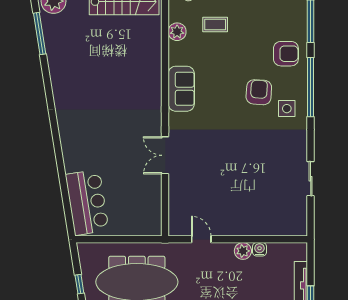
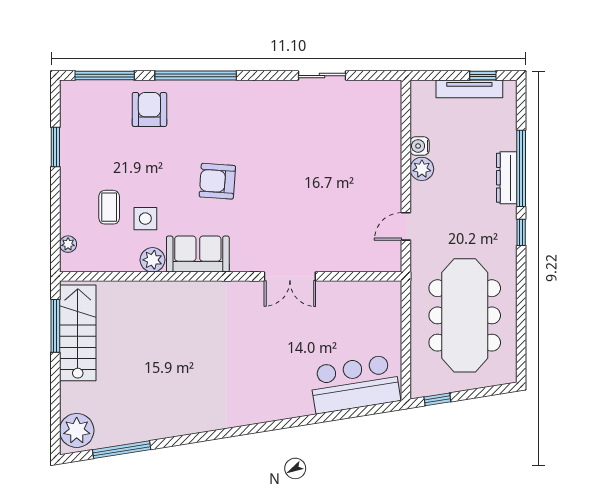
plant: (177, 32) -> (152, 260), moved
armchair: (259, 92) -> (217, 181), moved
side table: (287, 109) -> (145, 219), moved
window: (79, 284) -> (437, 399), moved

